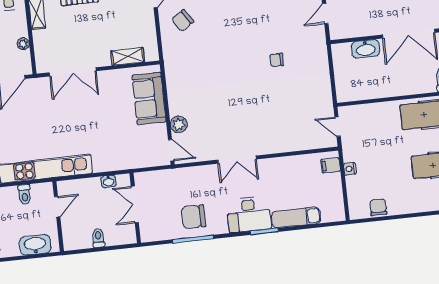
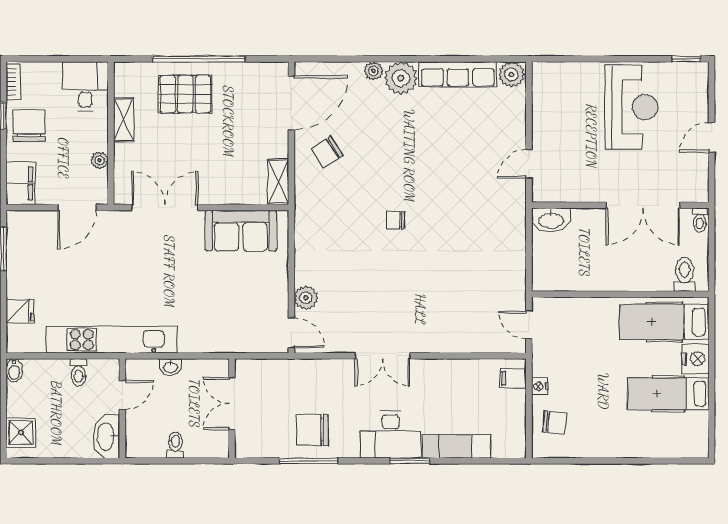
washbasin: (365, 49) -> (551, 220), moved
shelving: (128, 57) -> (278, 182), moved, turned 90
chair: (277, 60) -> (395, 220), moved
double door: (73, 72) -> (165, 207), swing flipped
sofa: (149, 99) -> (241, 231), moved, turned -90
washbasin: (109, 181) -> (171, 367), moved
chair: (378, 207) -> (555, 422), moved, turned 96
washbasin: (35, 245) -> (106, 437), moved, turned -90

